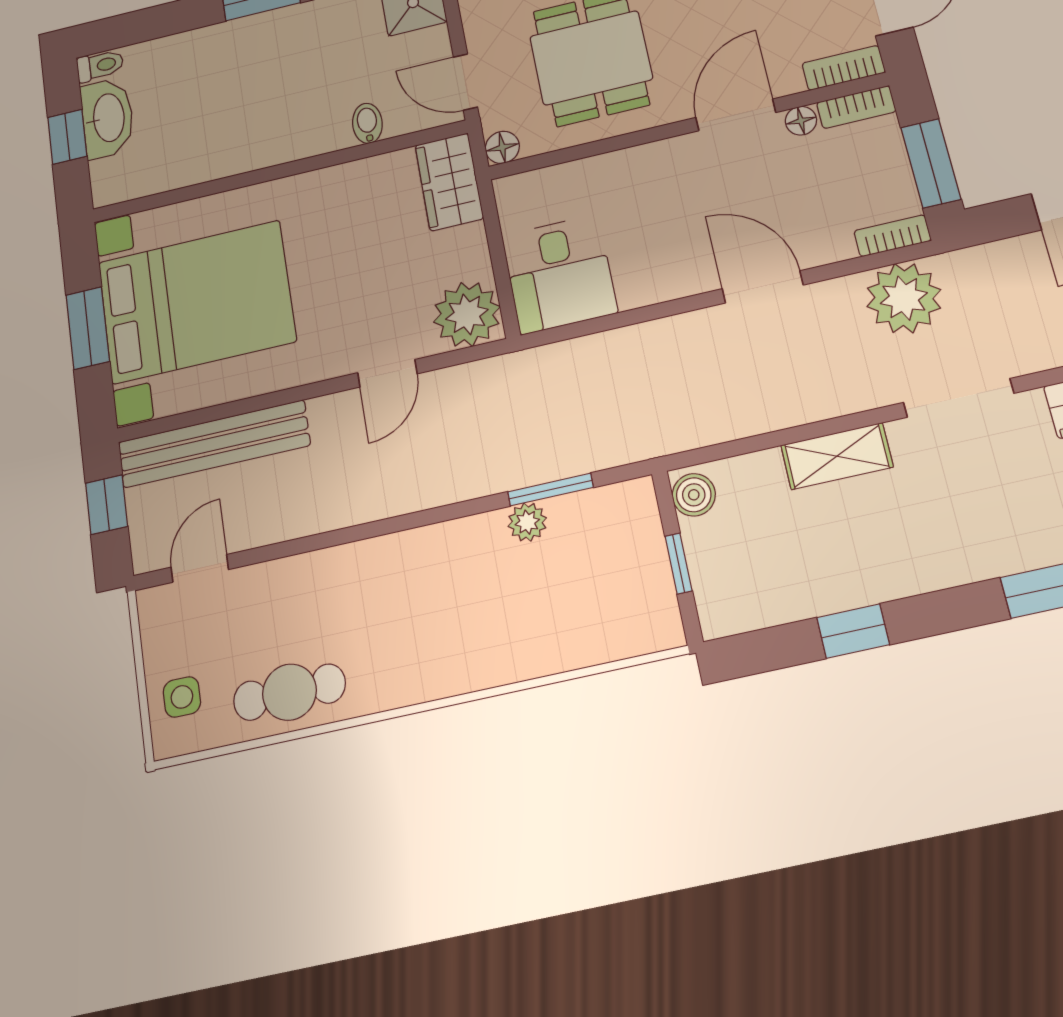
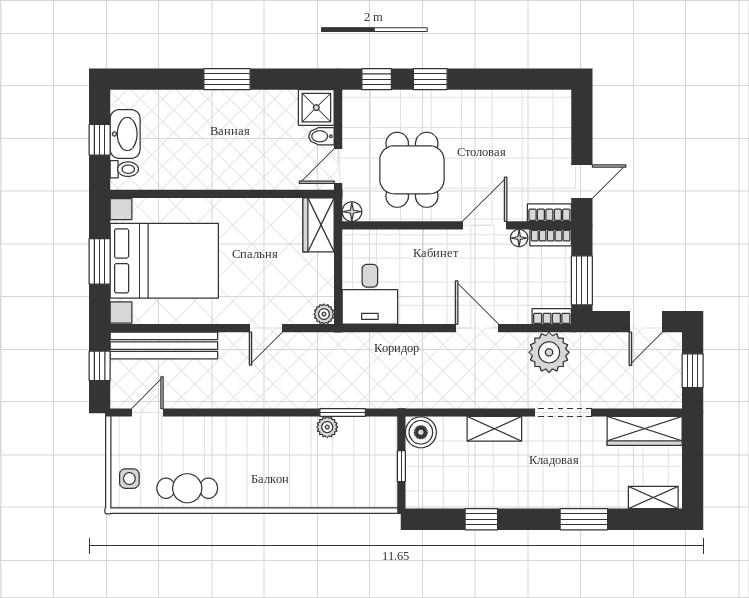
toilet: (100, 66) -> (124, 169), moved
door: (465, 82) -> (338, 166), hinge flipped
bidet: (367, 123) -> (321, 136), moved, turned -90
plant: (467, 314) -> (324, 314), width x0.53, depth x0.53
boiler: (694, 495) -> (421, 432), width x1.36, depth x1.36

